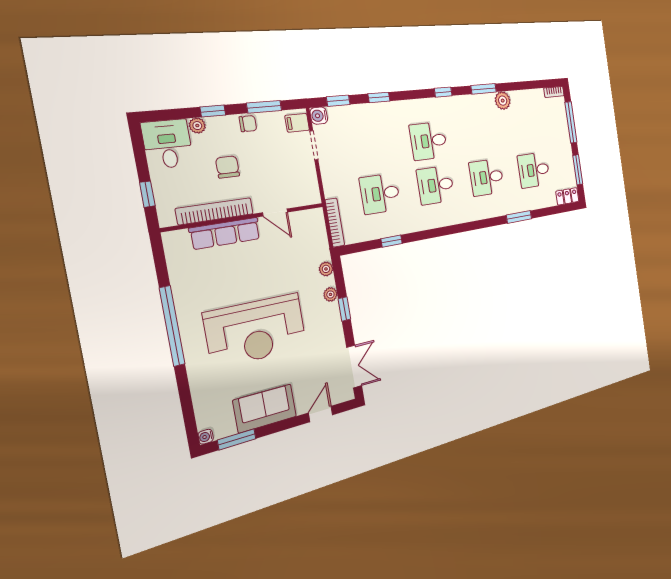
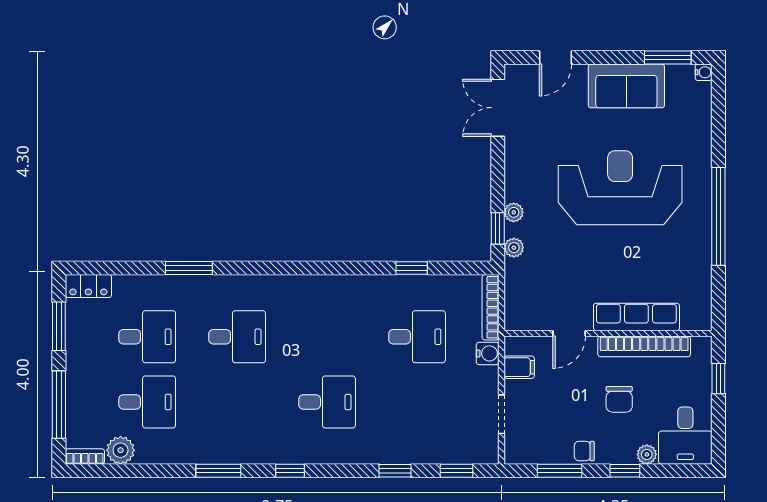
plant: (503, 101) -> (121, 450), moved
water cooler: (319, 116) -> (488, 353), moved
filing cabinet: (297, 123) -> (519, 367), moved
desk: (436, 185) -> (147, 402), moved
door: (275, 212) -> (569, 333), swing flipped
window: (344, 309) -> (498, 228), moved

